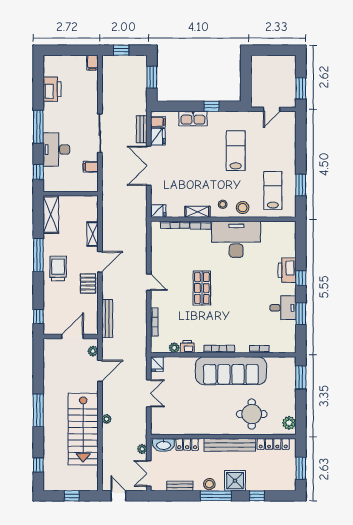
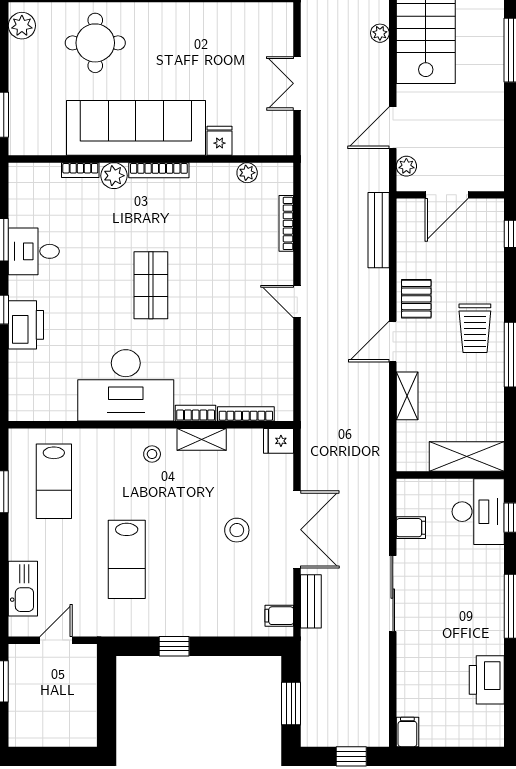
kitchen sink: (193, 119) -> (23, 589), moved, turned 90
fridge: (158, 137) -> (279, 587), removed
desk: (56, 150) -> (478, 512), moved
stool: (243, 208) -> (237, 530), moved
shelving: (51, 215) -> (467, 456), moved, turned 90
shop shelf: (202, 288) -> (151, 285), moved
plant: (242, 346) -> (114, 176), added
printer: (187, 347) -> (222, 175), removed
fridge: (157, 364) -> (220, 141), moved

